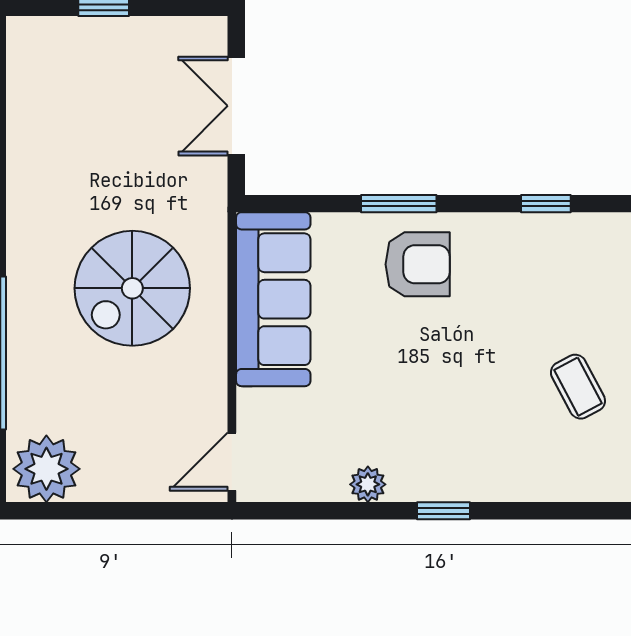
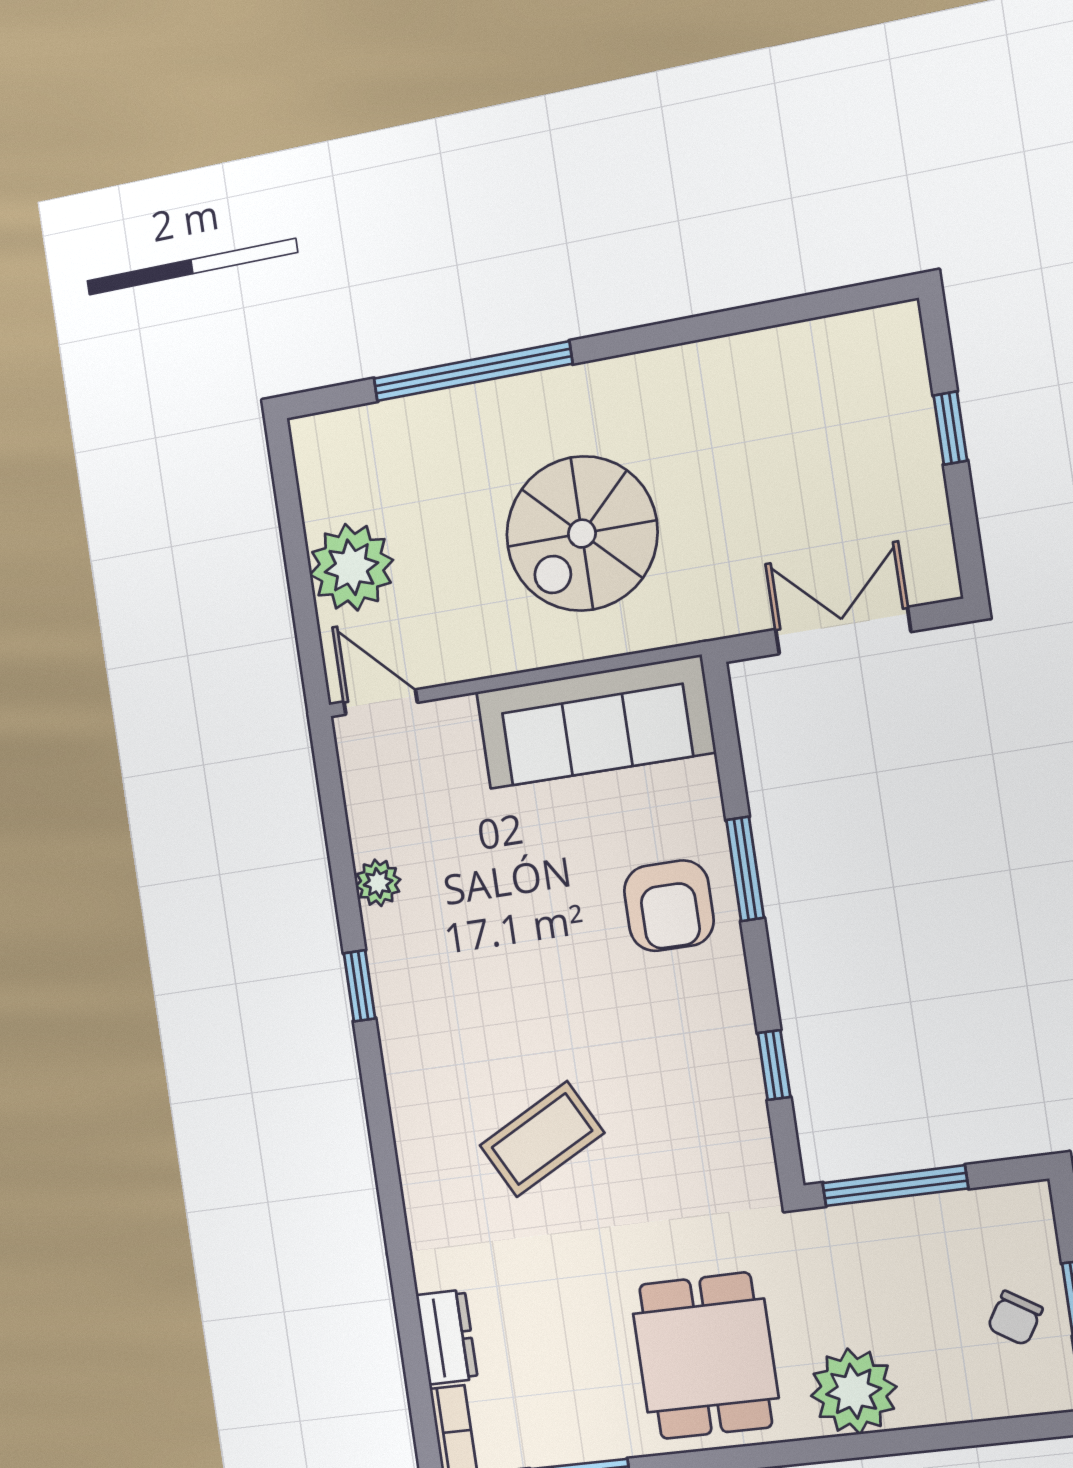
spiral stairs: (132, 288) -> (582, 534), turned -90
coffee table: (578, 387) -> (542, 1139), width x1.36, depth x1.30
plant: (46, 469) -> (351, 567), moved

